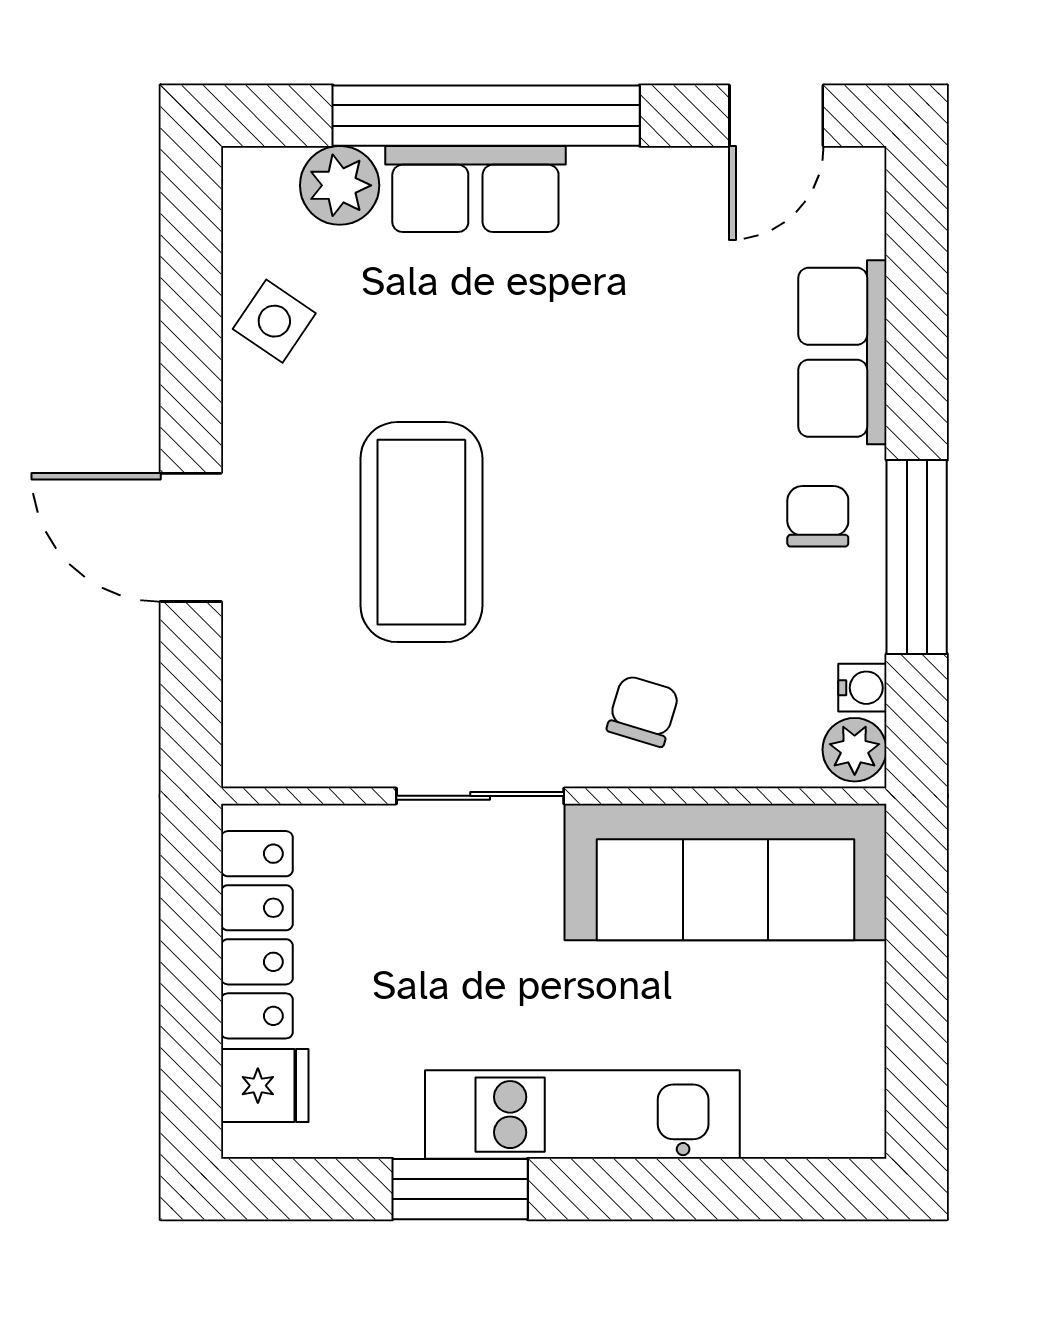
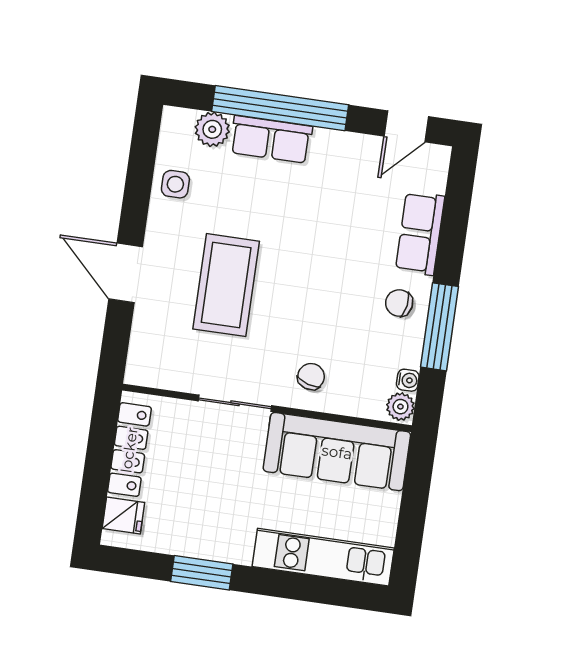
side table: (274, 321) -> (175, 184), turned -34
chair: (818, 516) -> (399, 303), turned -80
kitchen unit: (582, 1115) -> (323, 557), moved

